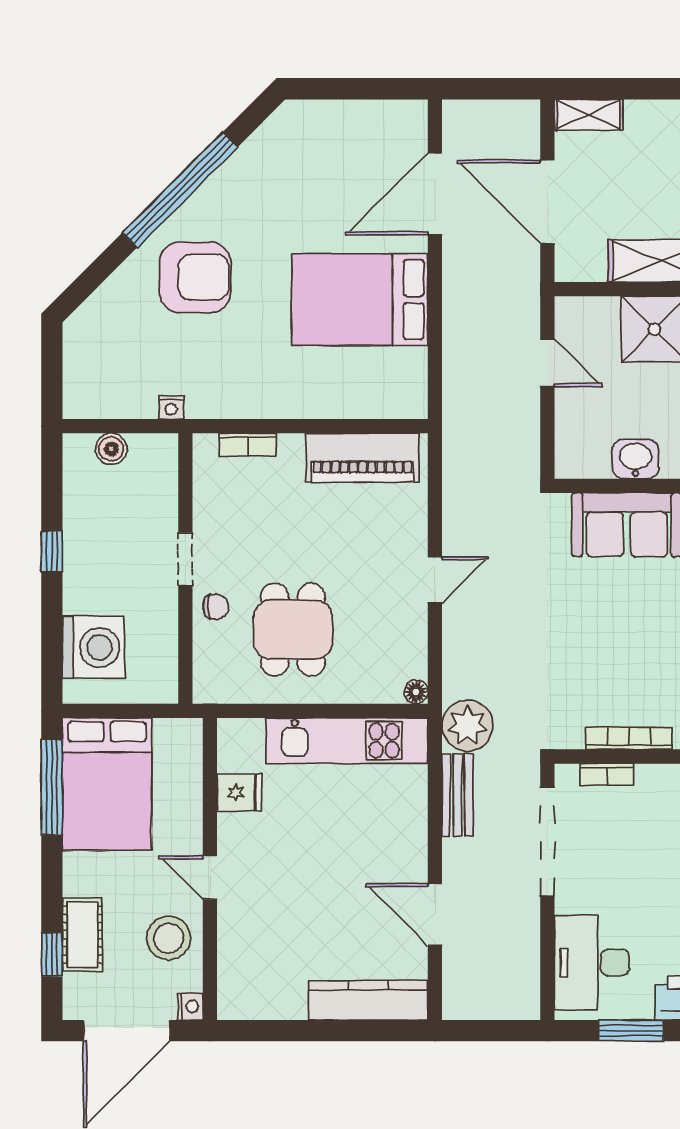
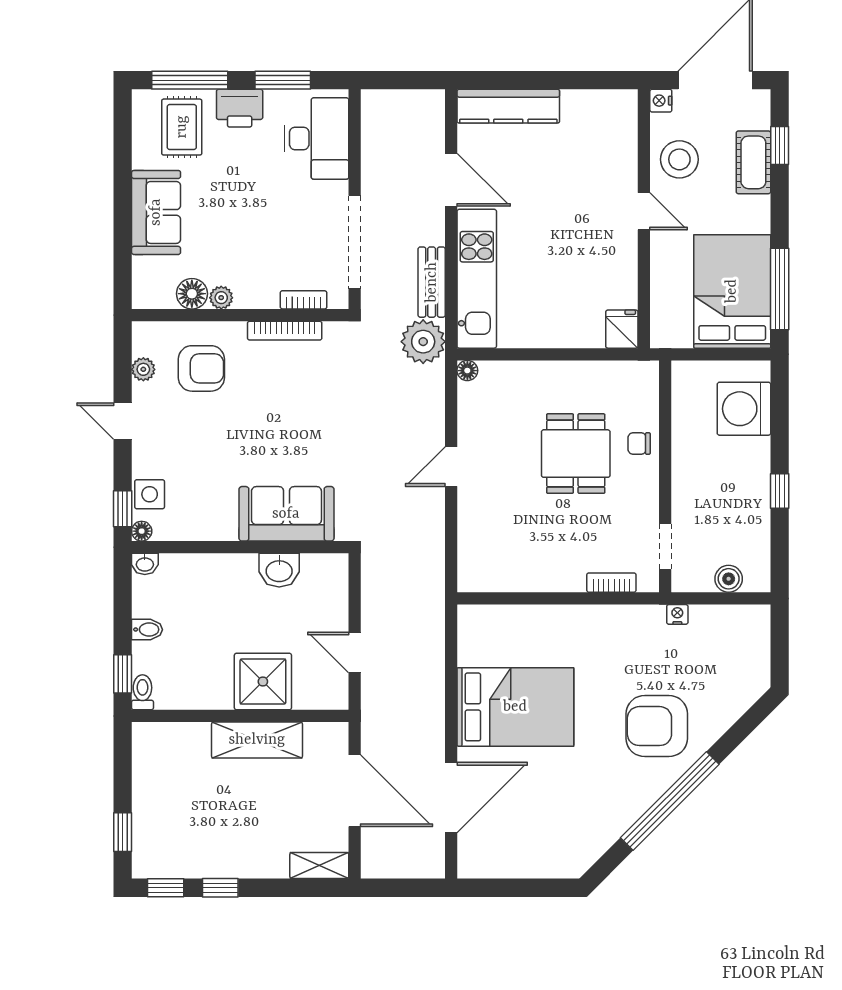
piano: (363, 458) -> (513, 571), removed
doorway: (185, 559) -> (665, 547), moved
dining table: (293, 630) -> (576, 454), moved
kitchen unit: (347, 741) -> (477, 279), moved, turned 90
fridge: (239, 793) -> (622, 329), moved, turned 90

